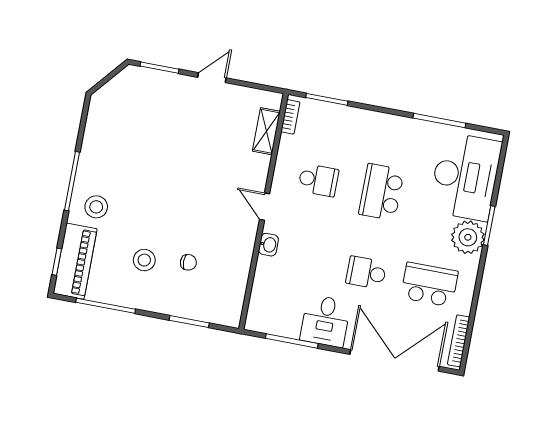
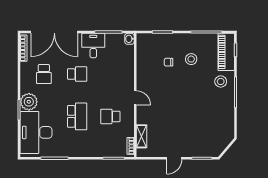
washbasin: (268, 245) -> (129, 39), moved
school desk: (429, 285) -> (44, 74), width x0.54

